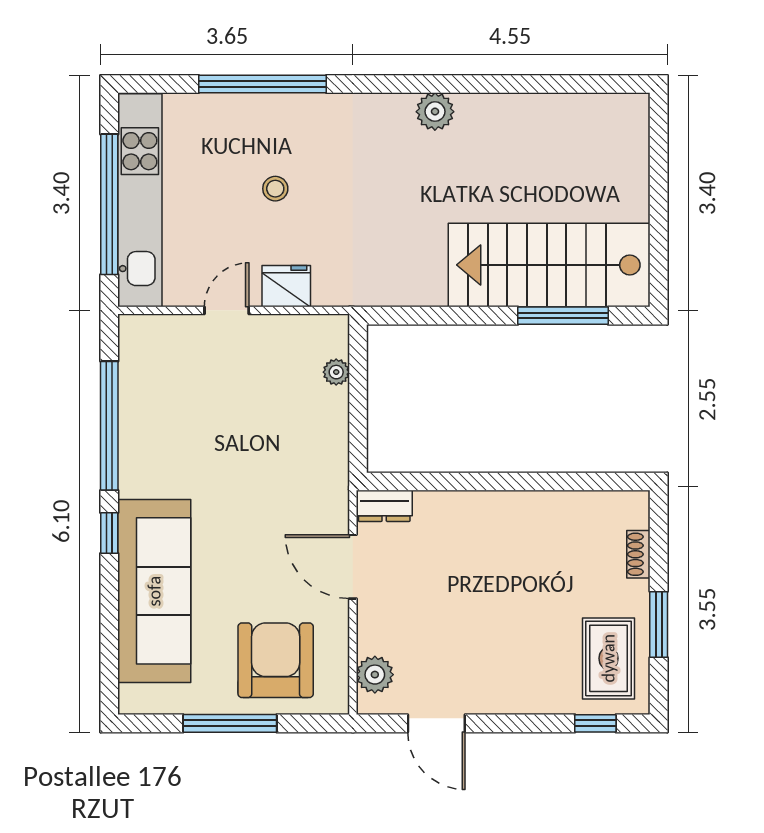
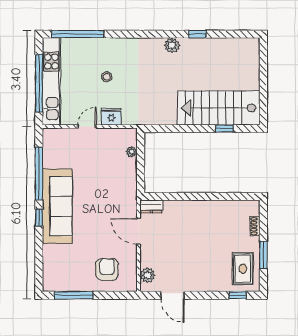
window: (263, 84) -> (78, 34), moved
window: (497, 84) -> (197, 34), added
window: (563, 316) -> (224, 129), width x0.46
sofa: (154, 591) -> (57, 206), moved
armchair: (276, 660) -> (107, 269), width x0.73, depth x0.73
window: (230, 723) -> (74, 295), moved

